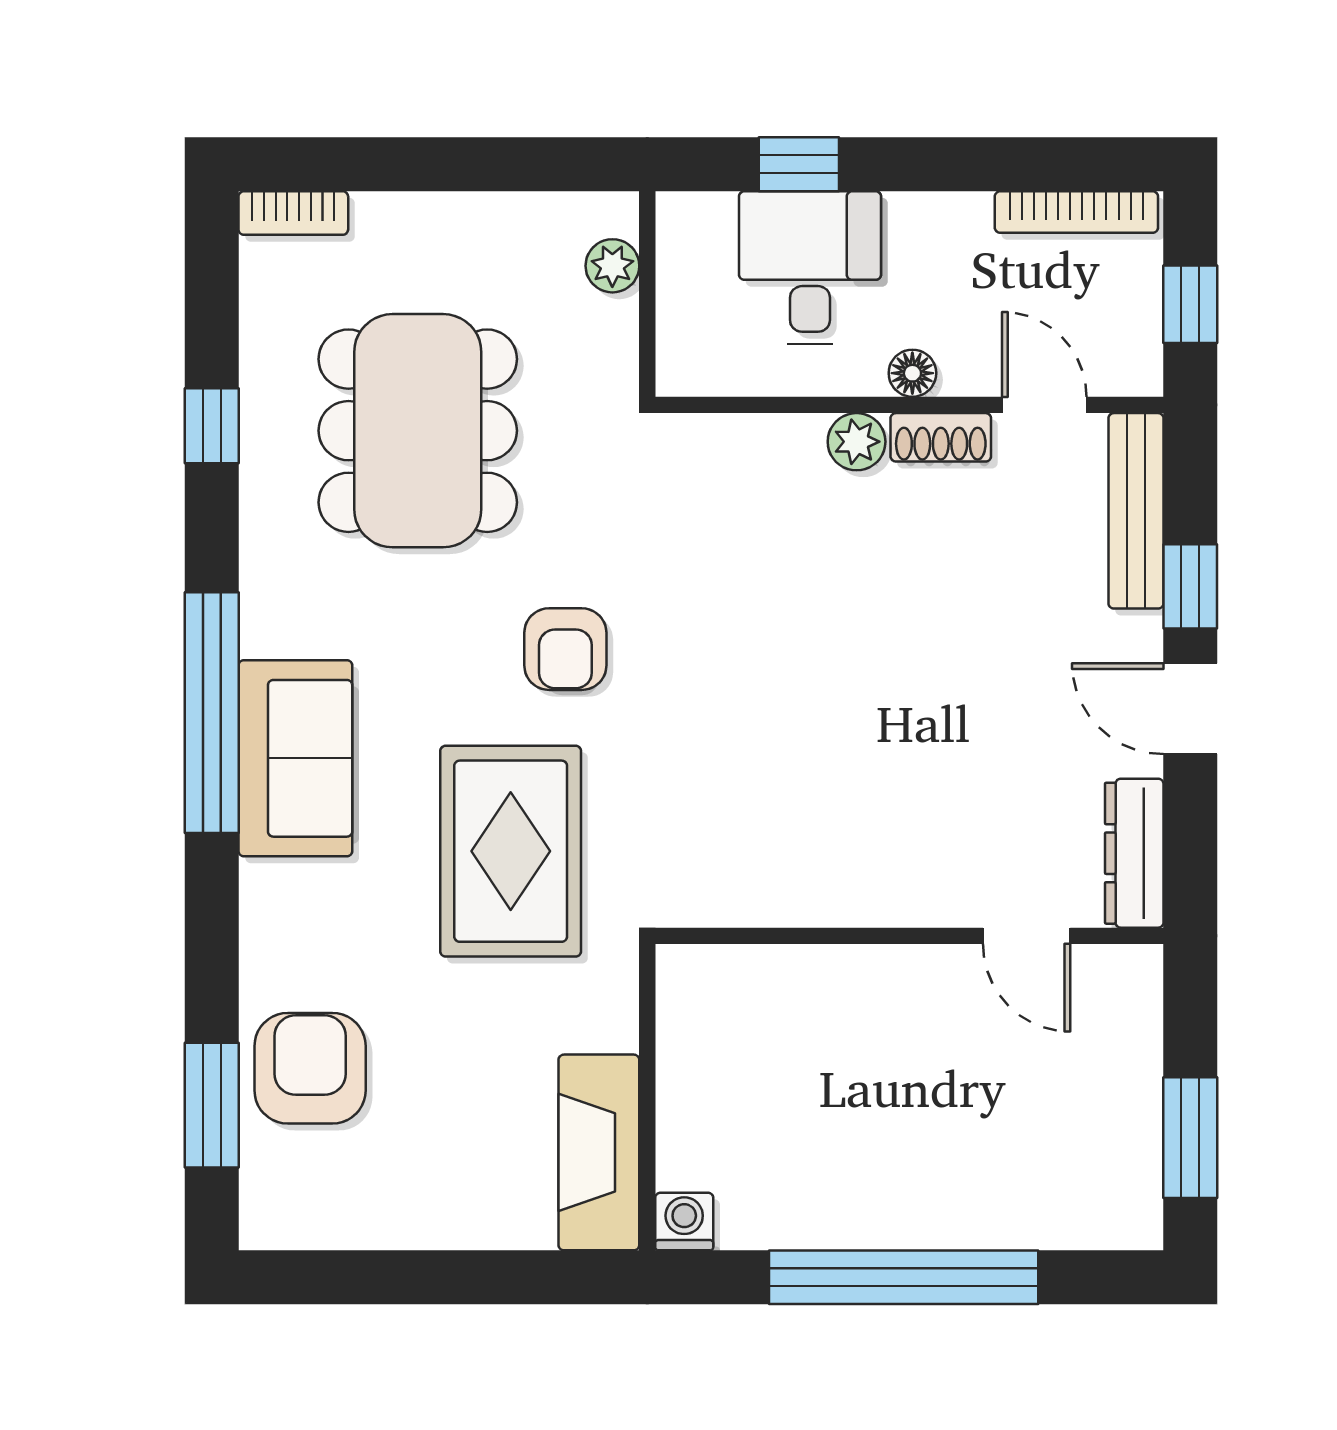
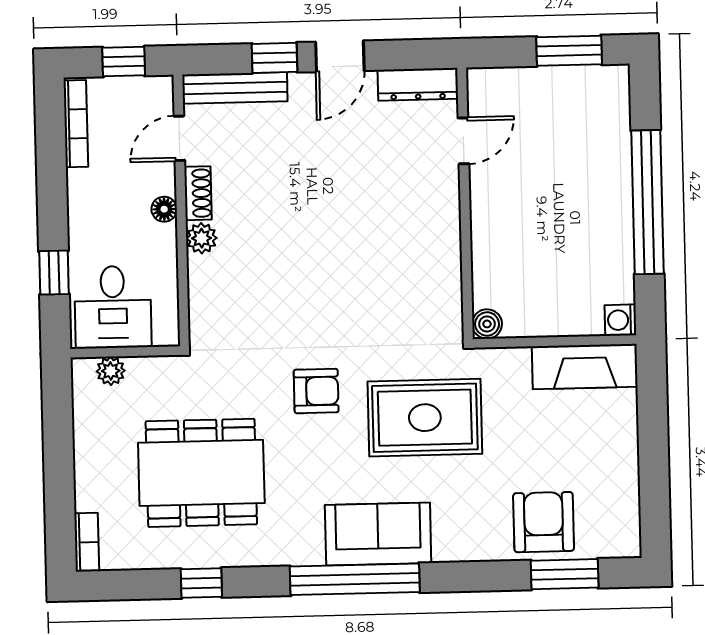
desk: (810, 268) -> (113, 307), moved, turned -90
boiler: (683, 972) -> (487, 324), added
armchair: (310, 1068) -> (544, 522), turned 90

